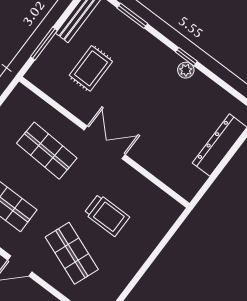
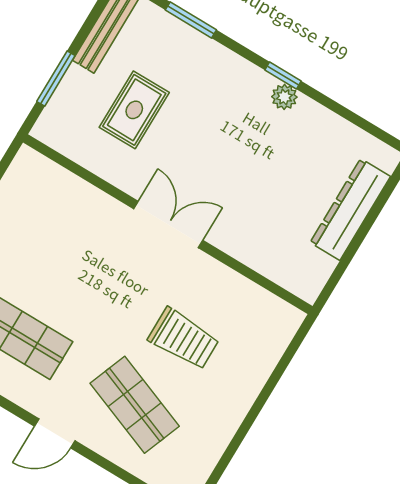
shop shelf: (47, 151) -> (78, 247), removed

